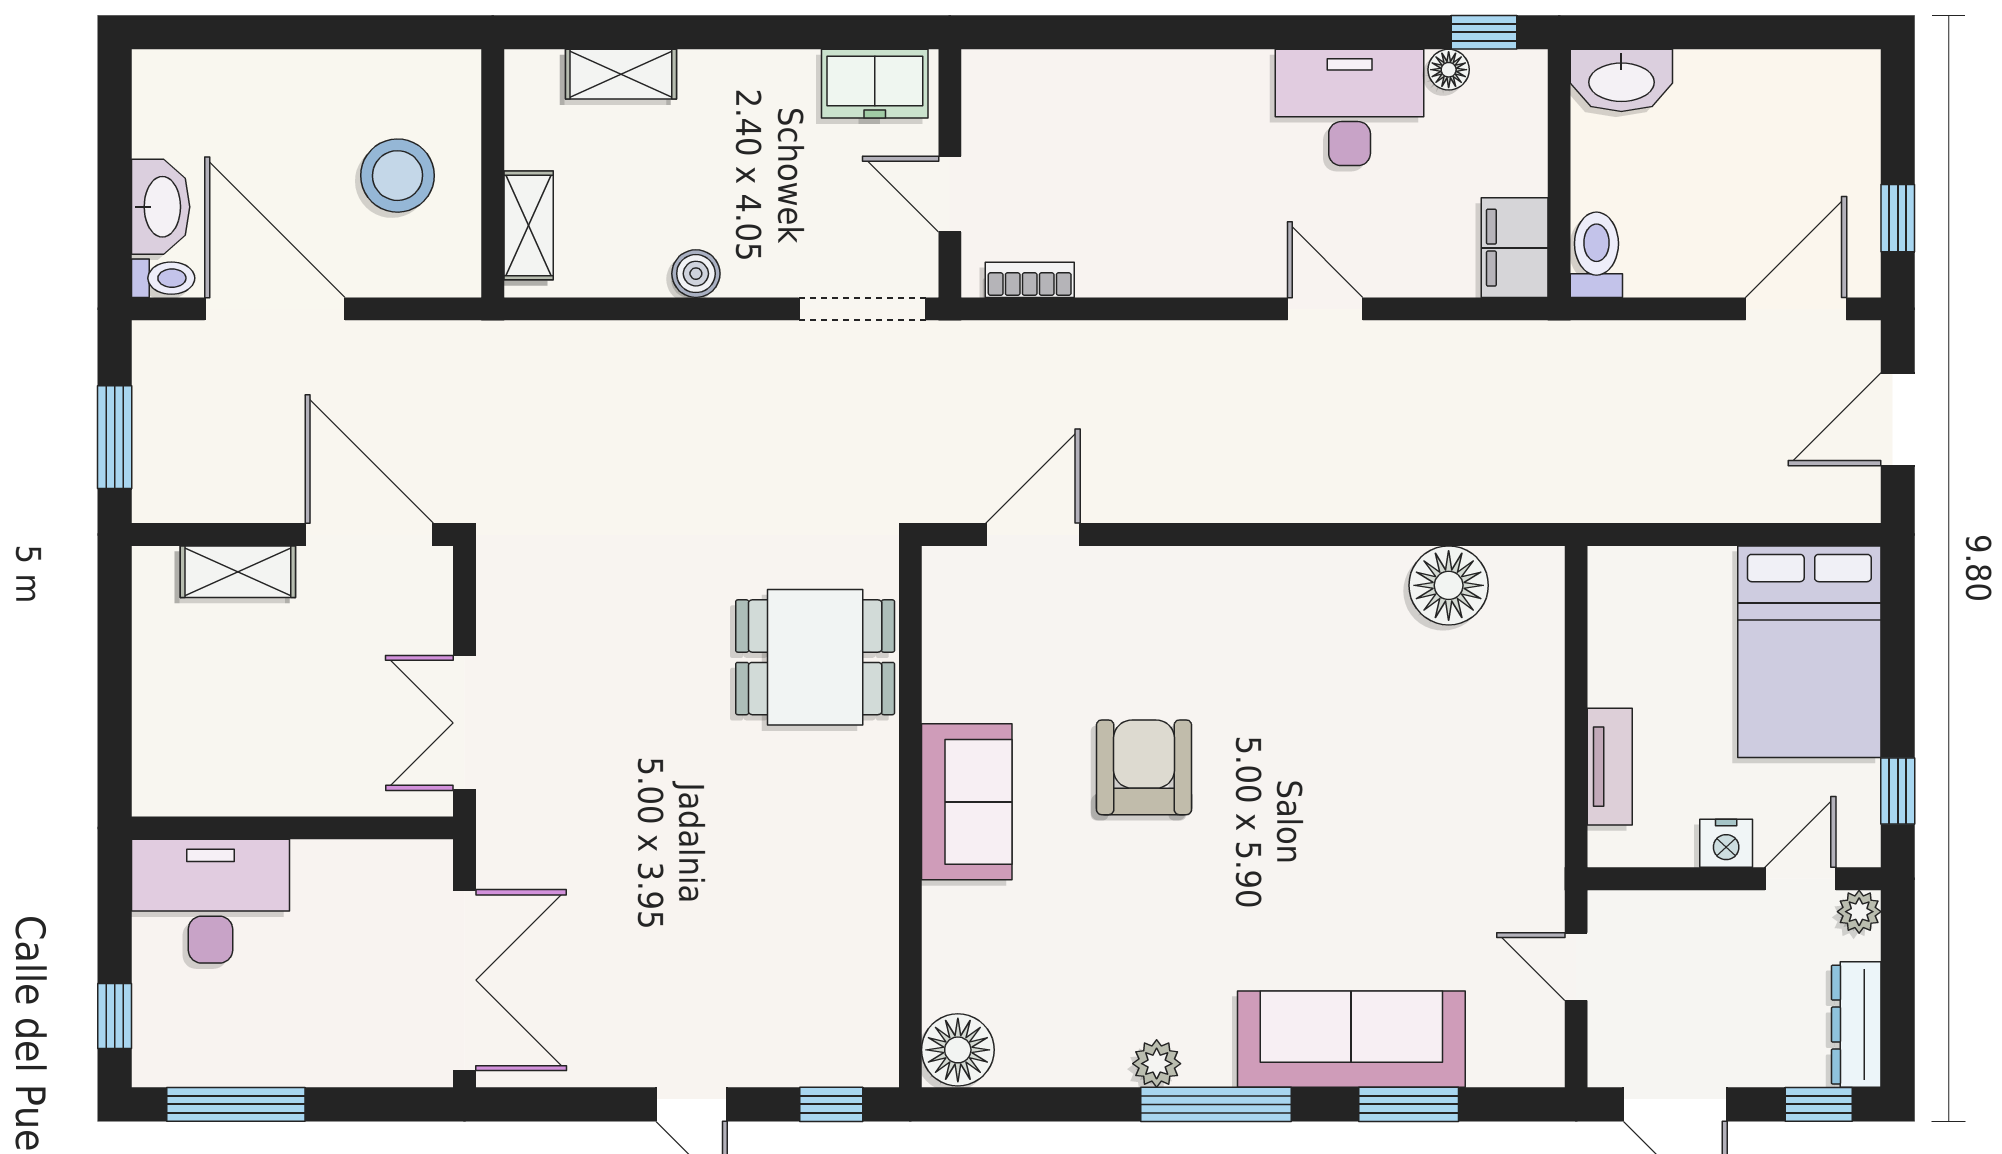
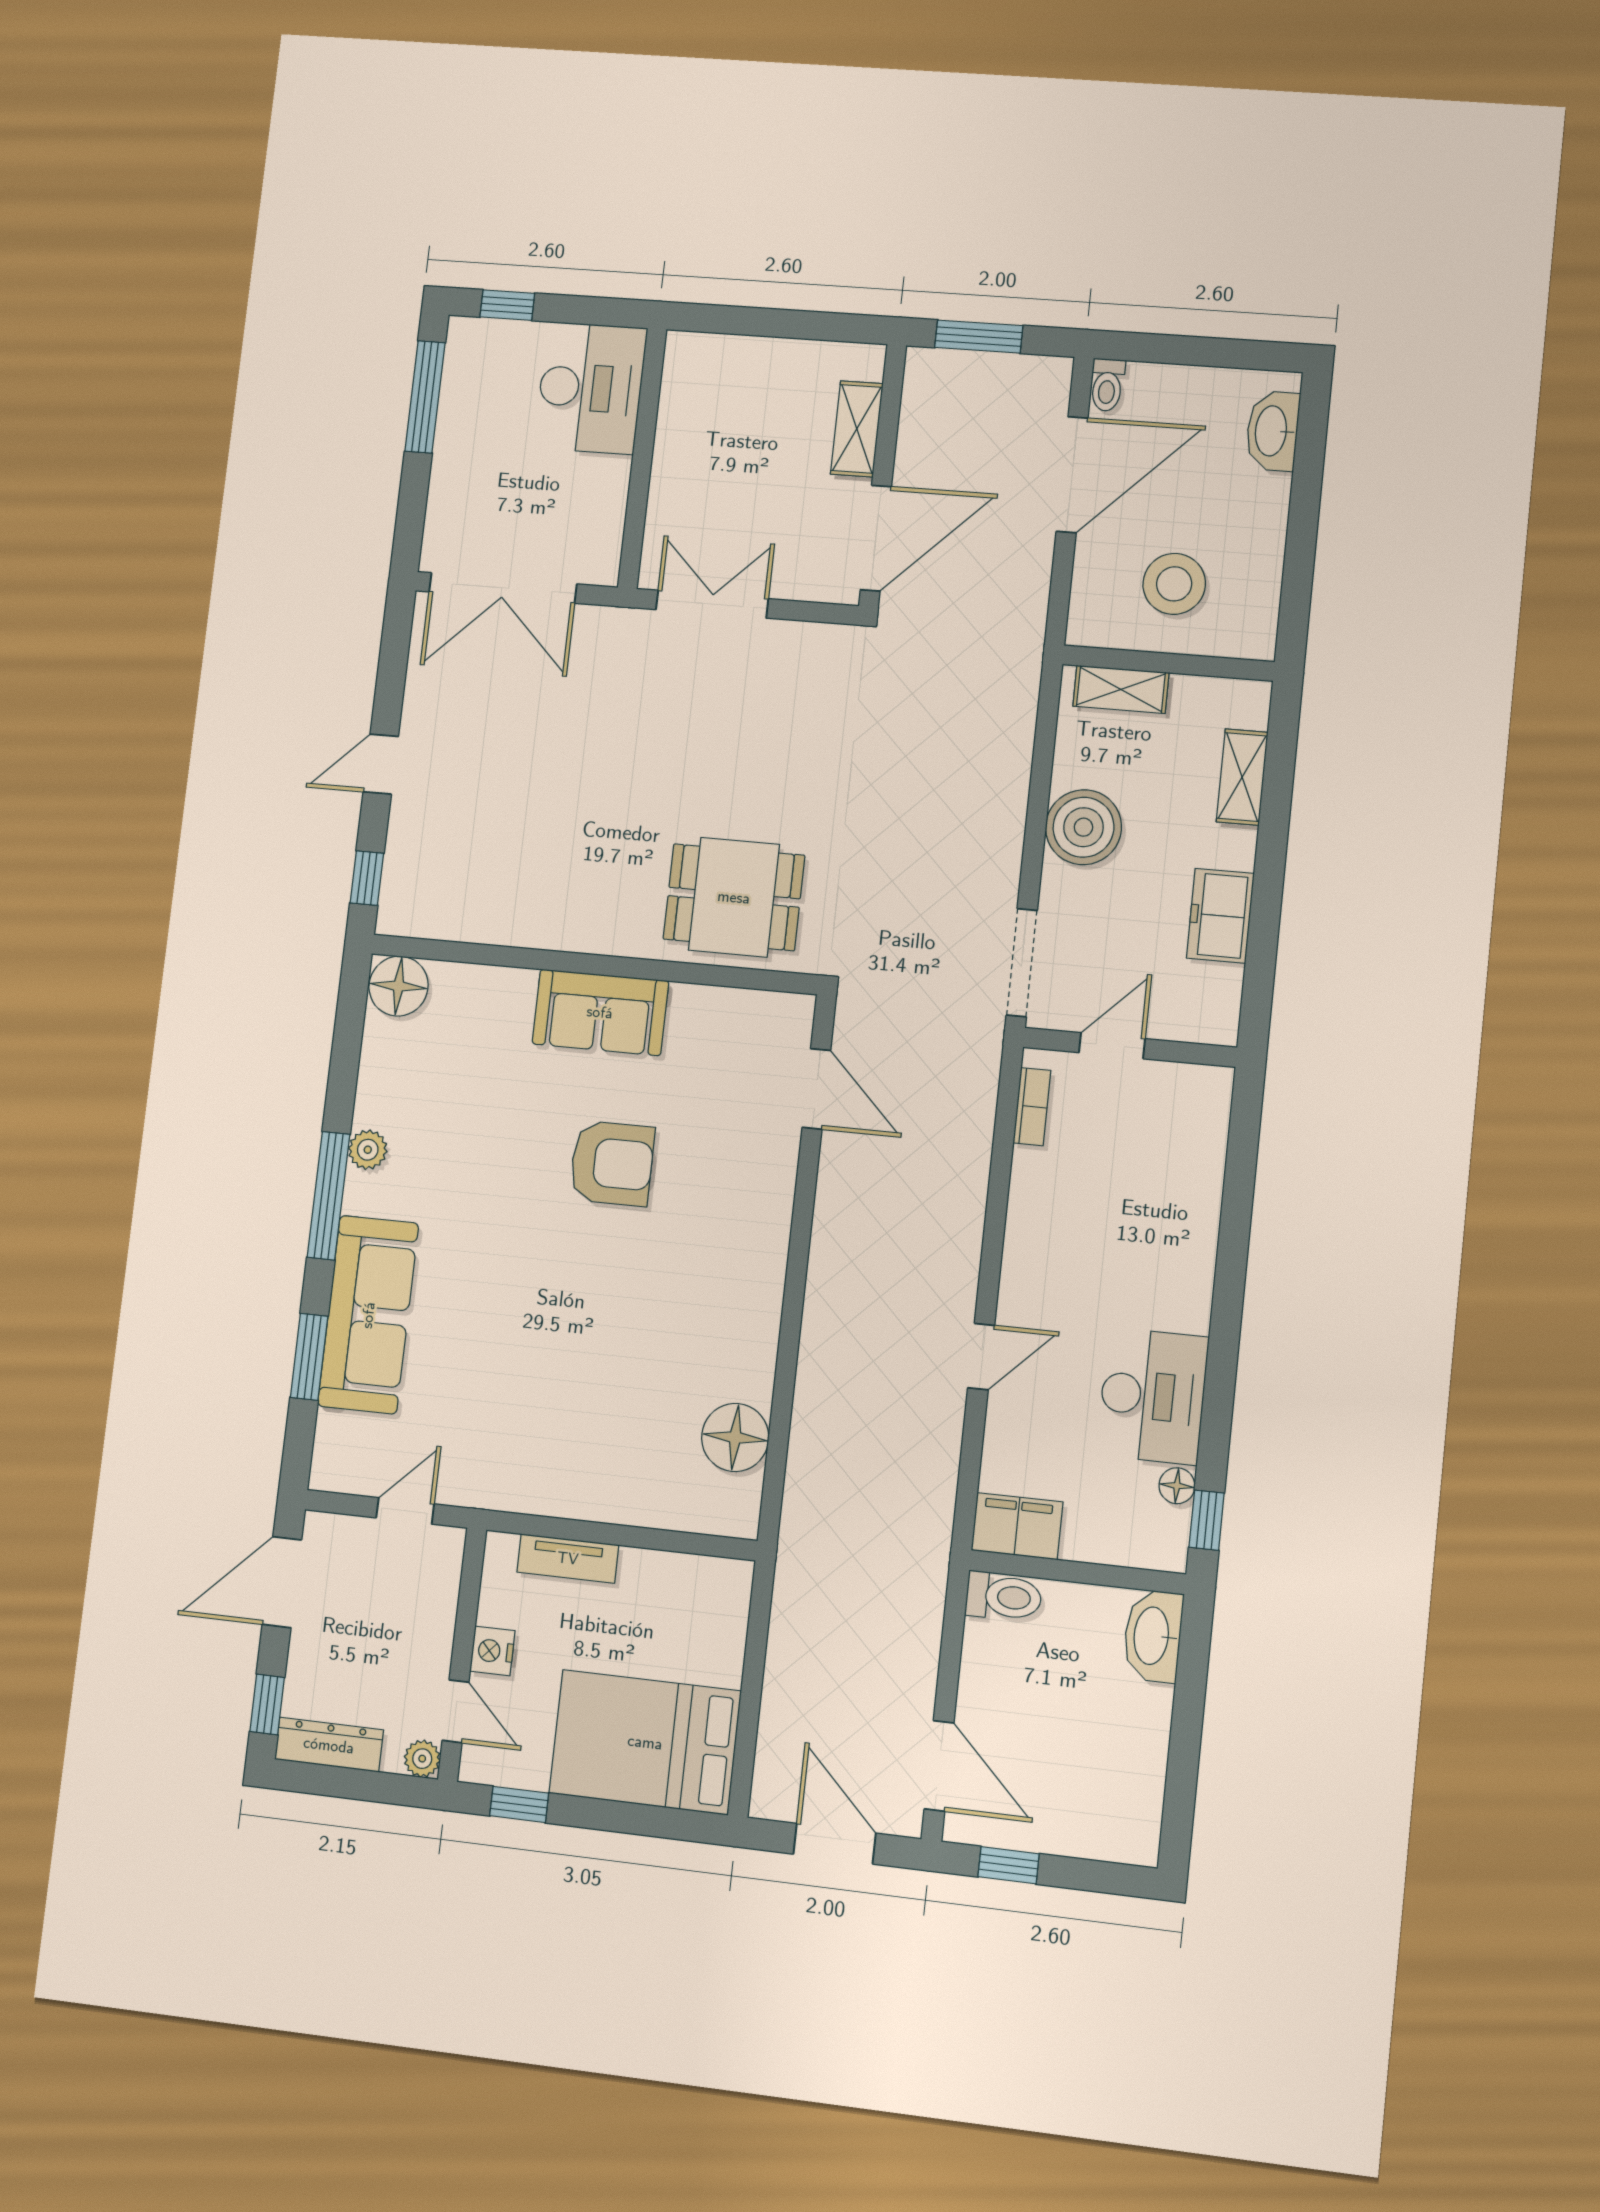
freezer: (875, 84) -> (1220, 916), moved
washbasin: (161, 207) -> (1272, 431), moved, turned 90
boiler: (696, 274) -> (1083, 827), width x1.86, depth x1.86
dining table: (815, 657) -> (734, 897), turned 90

